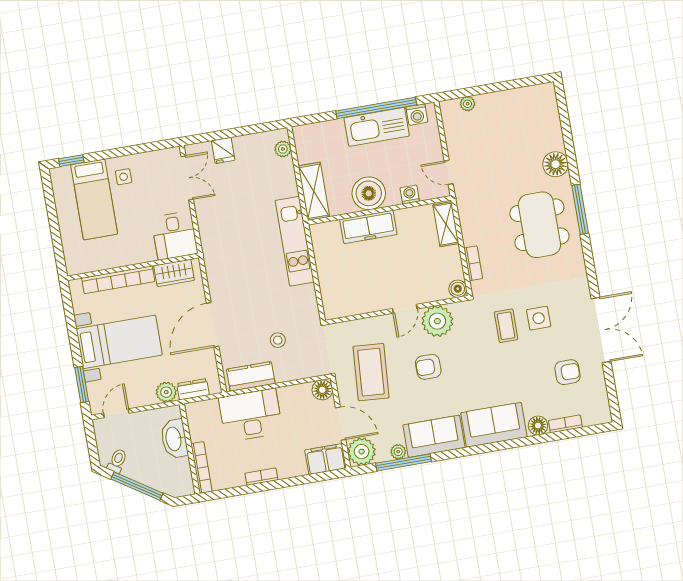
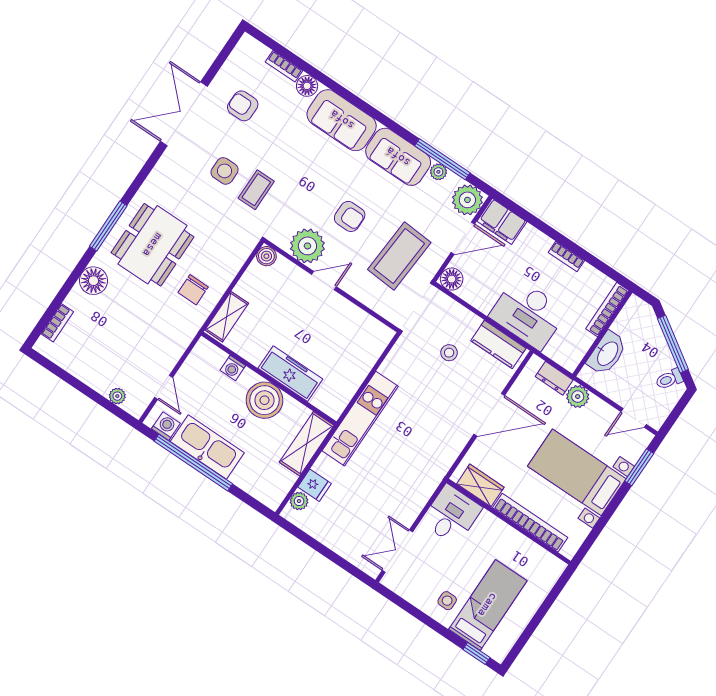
fridge: (223, 150) -> (315, 485), moved, turned 90
door: (449, 172) -> (164, 387), moved
chair: (485, 221) -> (193, 290), added
bookcase: (473, 263) -> (57, 323), moved, turned 180
door: (341, 424) -> (463, 238), swing flipped

